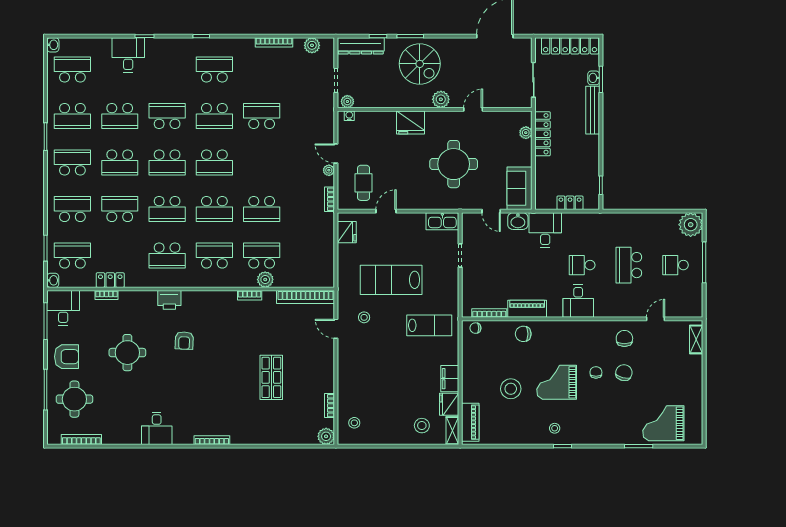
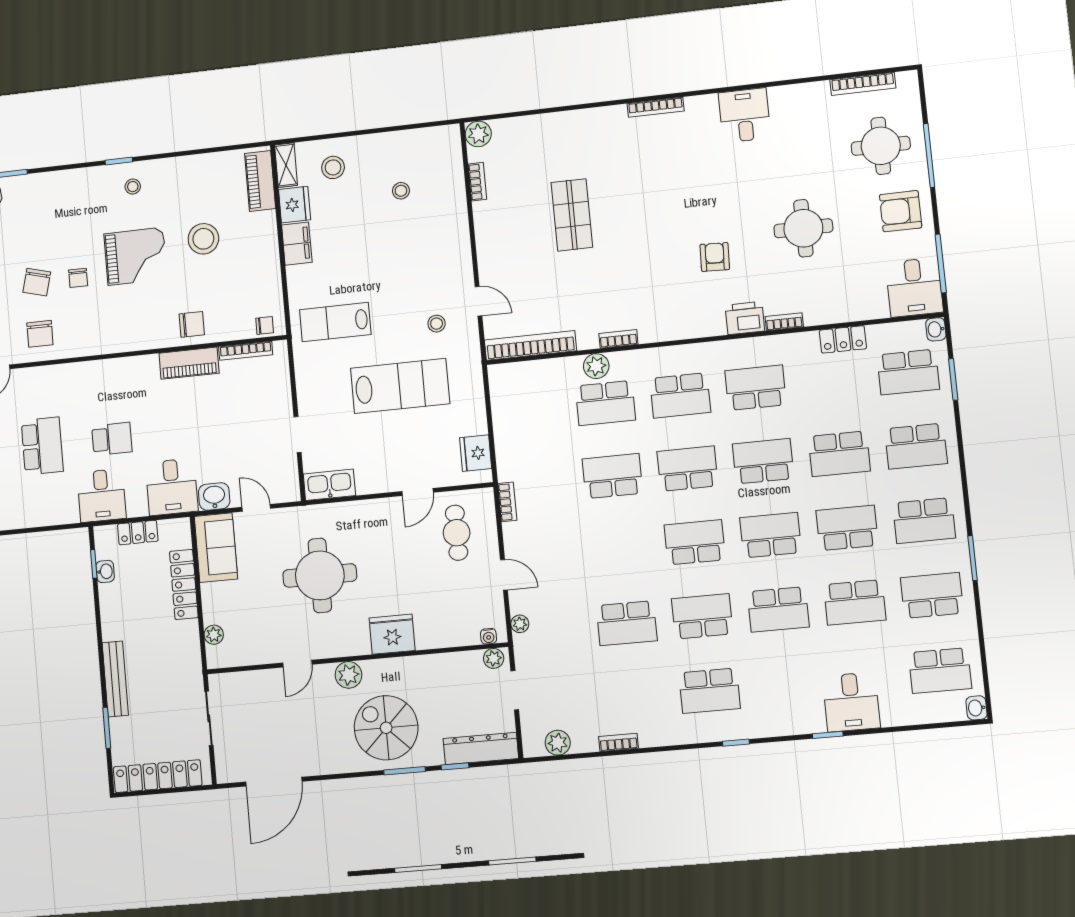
bookcase: (274, 42) -> (618, 742), width x0.64
washbasin: (594, 78) -> (105, 571), moved
school desk: (120, 116) -> (855, 602), turned 180
locker: (543, 134) -> (184, 585), moved
plant: (329, 170) -> (520, 624), moved
bookcase: (106, 295) -> (784, 322), moved
desk: (578, 301) -> (102, 495), moved, turned 180
stool: (354, 423) -> (401, 191), moved

